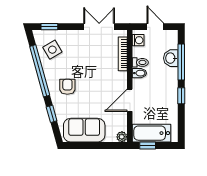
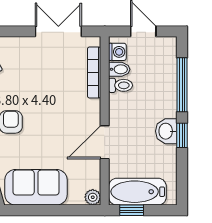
washbasin: (171, 58) -> (166, 131), moved
bidet: (139, 73) -> (119, 69), moved

